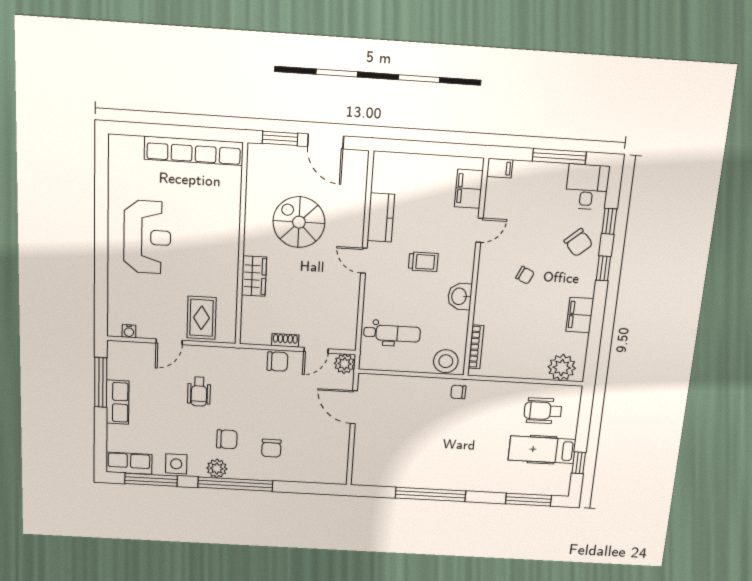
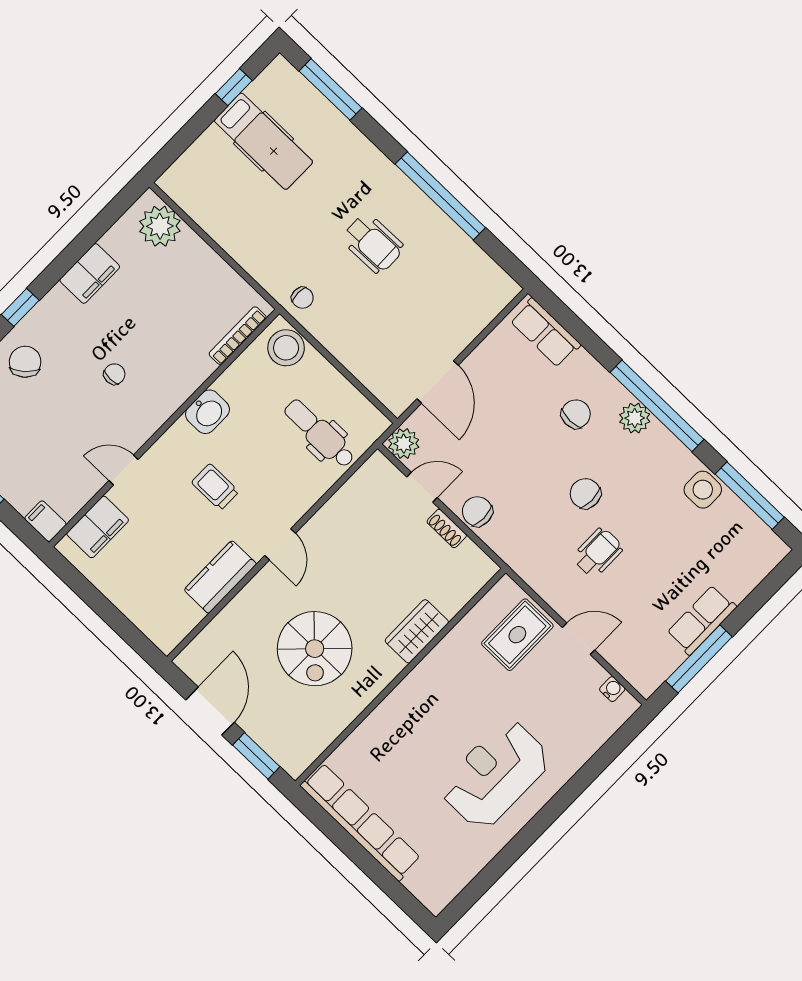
chair: (525, 275) -> (114, 374), turned 65
wheelchair: (543, 411) -> (373, 243), moved
chair: (227, 439) -> (585, 494), moved
row of seats: (129, 463) -> (545, 333), moved
plant: (217, 468) -> (635, 418), moved

